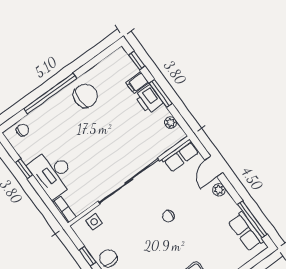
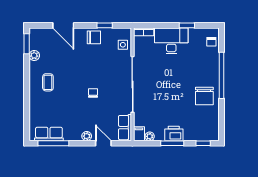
filing cabinet: (138, 83) -> (139, 134), moved

